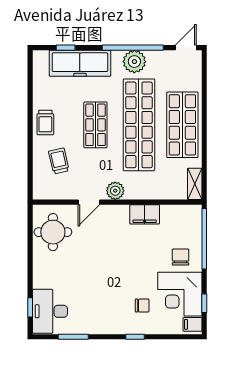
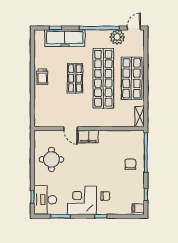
plant: (134, 62) -> (117, 37), moved
trolley: (59, 161) -> (51, 102), removed
plant: (115, 191) -> (88, 121), removed
door: (89, 202) -> (71, 129), hinge flipped
filing cabinet: (145, 214) -> (88, 137), moved
round table: (53, 232) -> (51, 159), moved
corner desk: (180, 294) -> (82, 200), moved, turned 90

